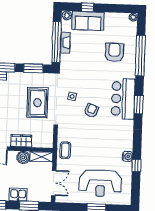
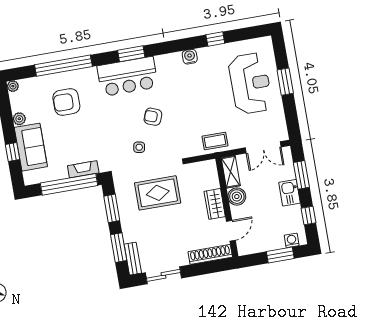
plant: (67, 15) -> (19, 119), moved
fireplace: (65, 43) -> (83, 169), moved
water cooler: (127, 156) -> (190, 57), moved
double door: (54, 183) -> (263, 147), swing flipped

